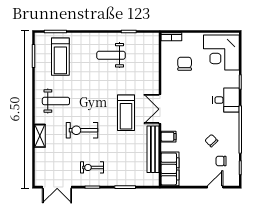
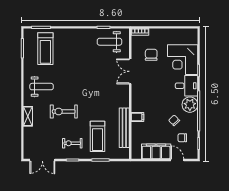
corner desk: (221, 52) -> (183, 60), moved
weight bench: (111, 55) -> (109, 42), moved
double door: (160, 109) -> (130, 71), moved
treadmill: (126, 113) -> (97, 136), moved
plant: (230, 122) -> (190, 105), added
filing cabinet: (170, 169) -> (156, 151), moved, turned -90
door: (215, 187) -> (177, 160), hinge flipped

